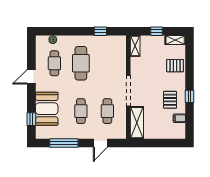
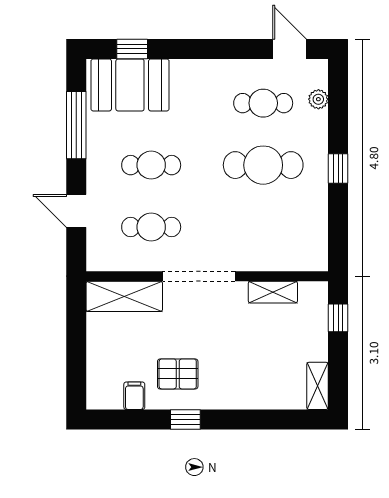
window: (100, 31) -> (338, 169), moved
window: (156, 31) -> (338, 318), moved
shelving: (135, 46) -> (273, 292), moved
pallet: (175, 66) -> (258, 386), removed
door: (31, 77) -> (290, 49), moved
booth: (47, 109) -> (130, 85), moved

